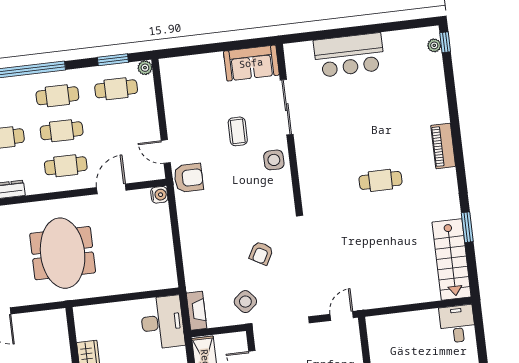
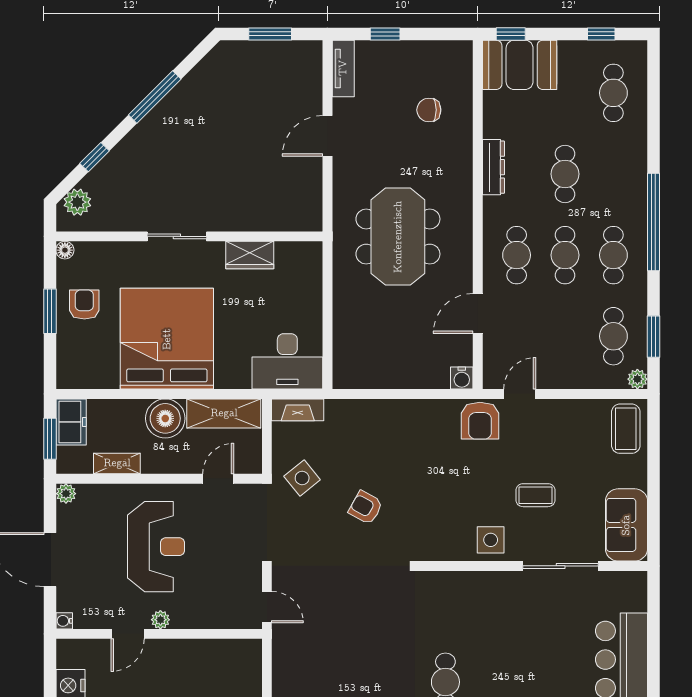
coffee table: (182, 72) -> (626, 429), added
door: (111, 189) -> (478, 313), swing flipped
meeting table: (63, 253) -> (398, 237), turned 90

